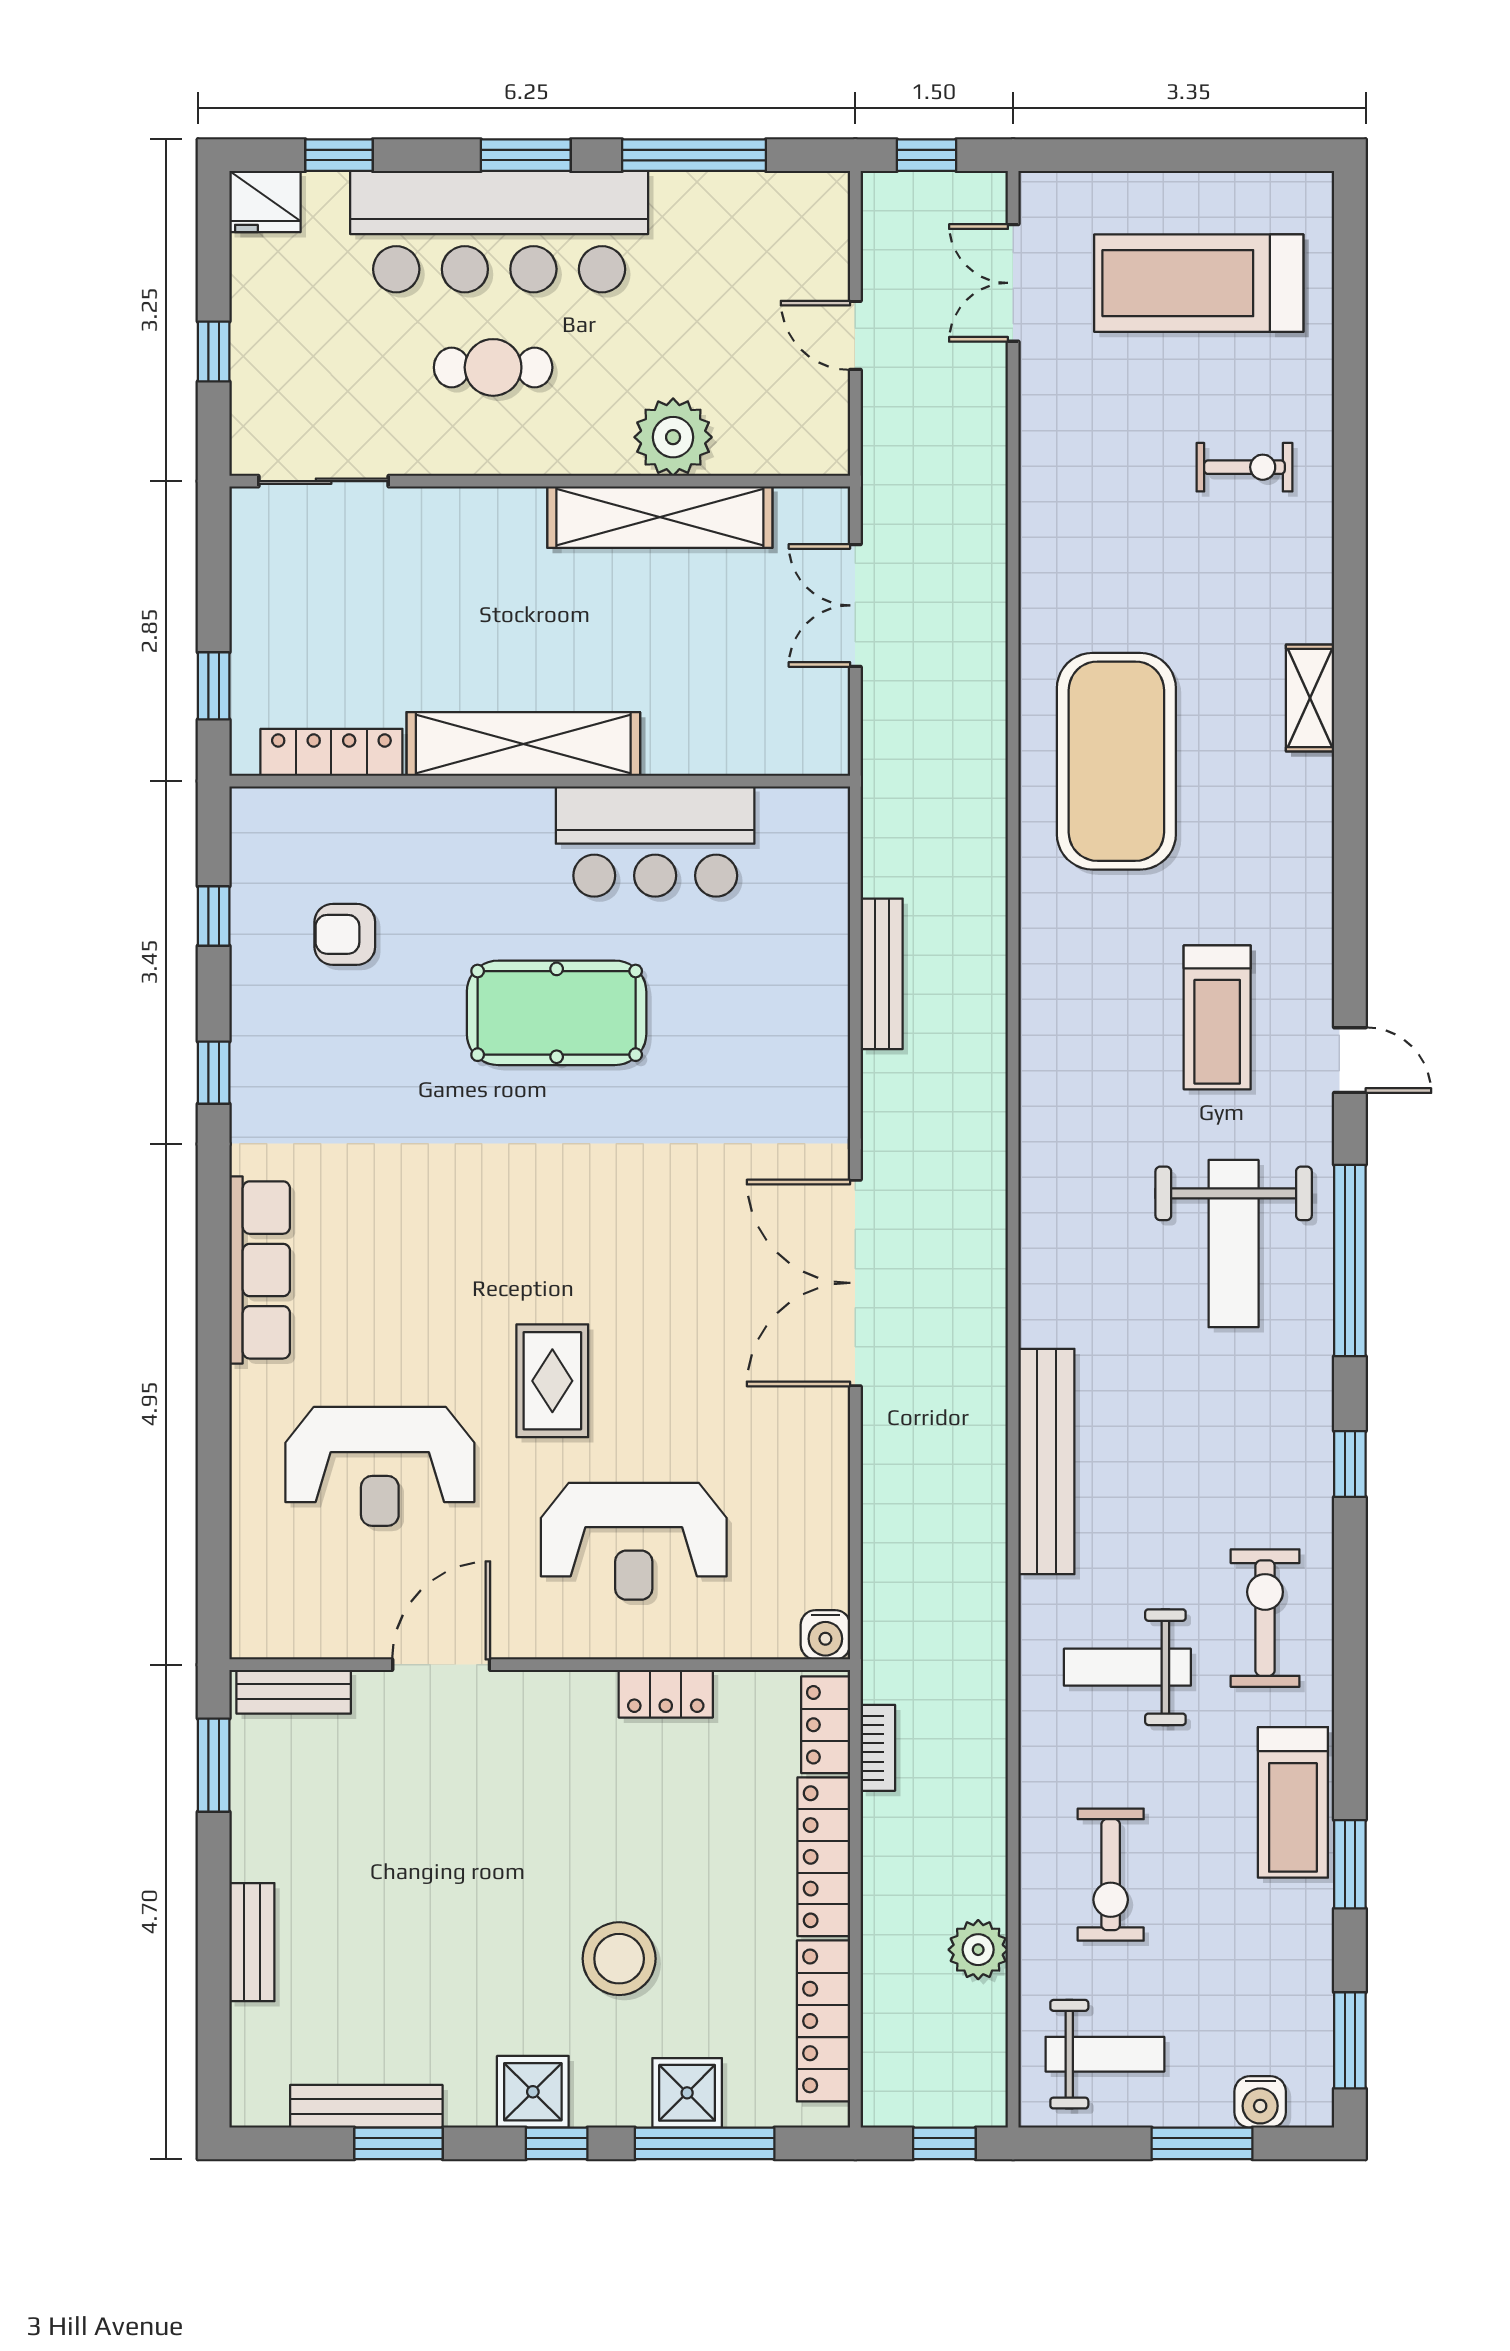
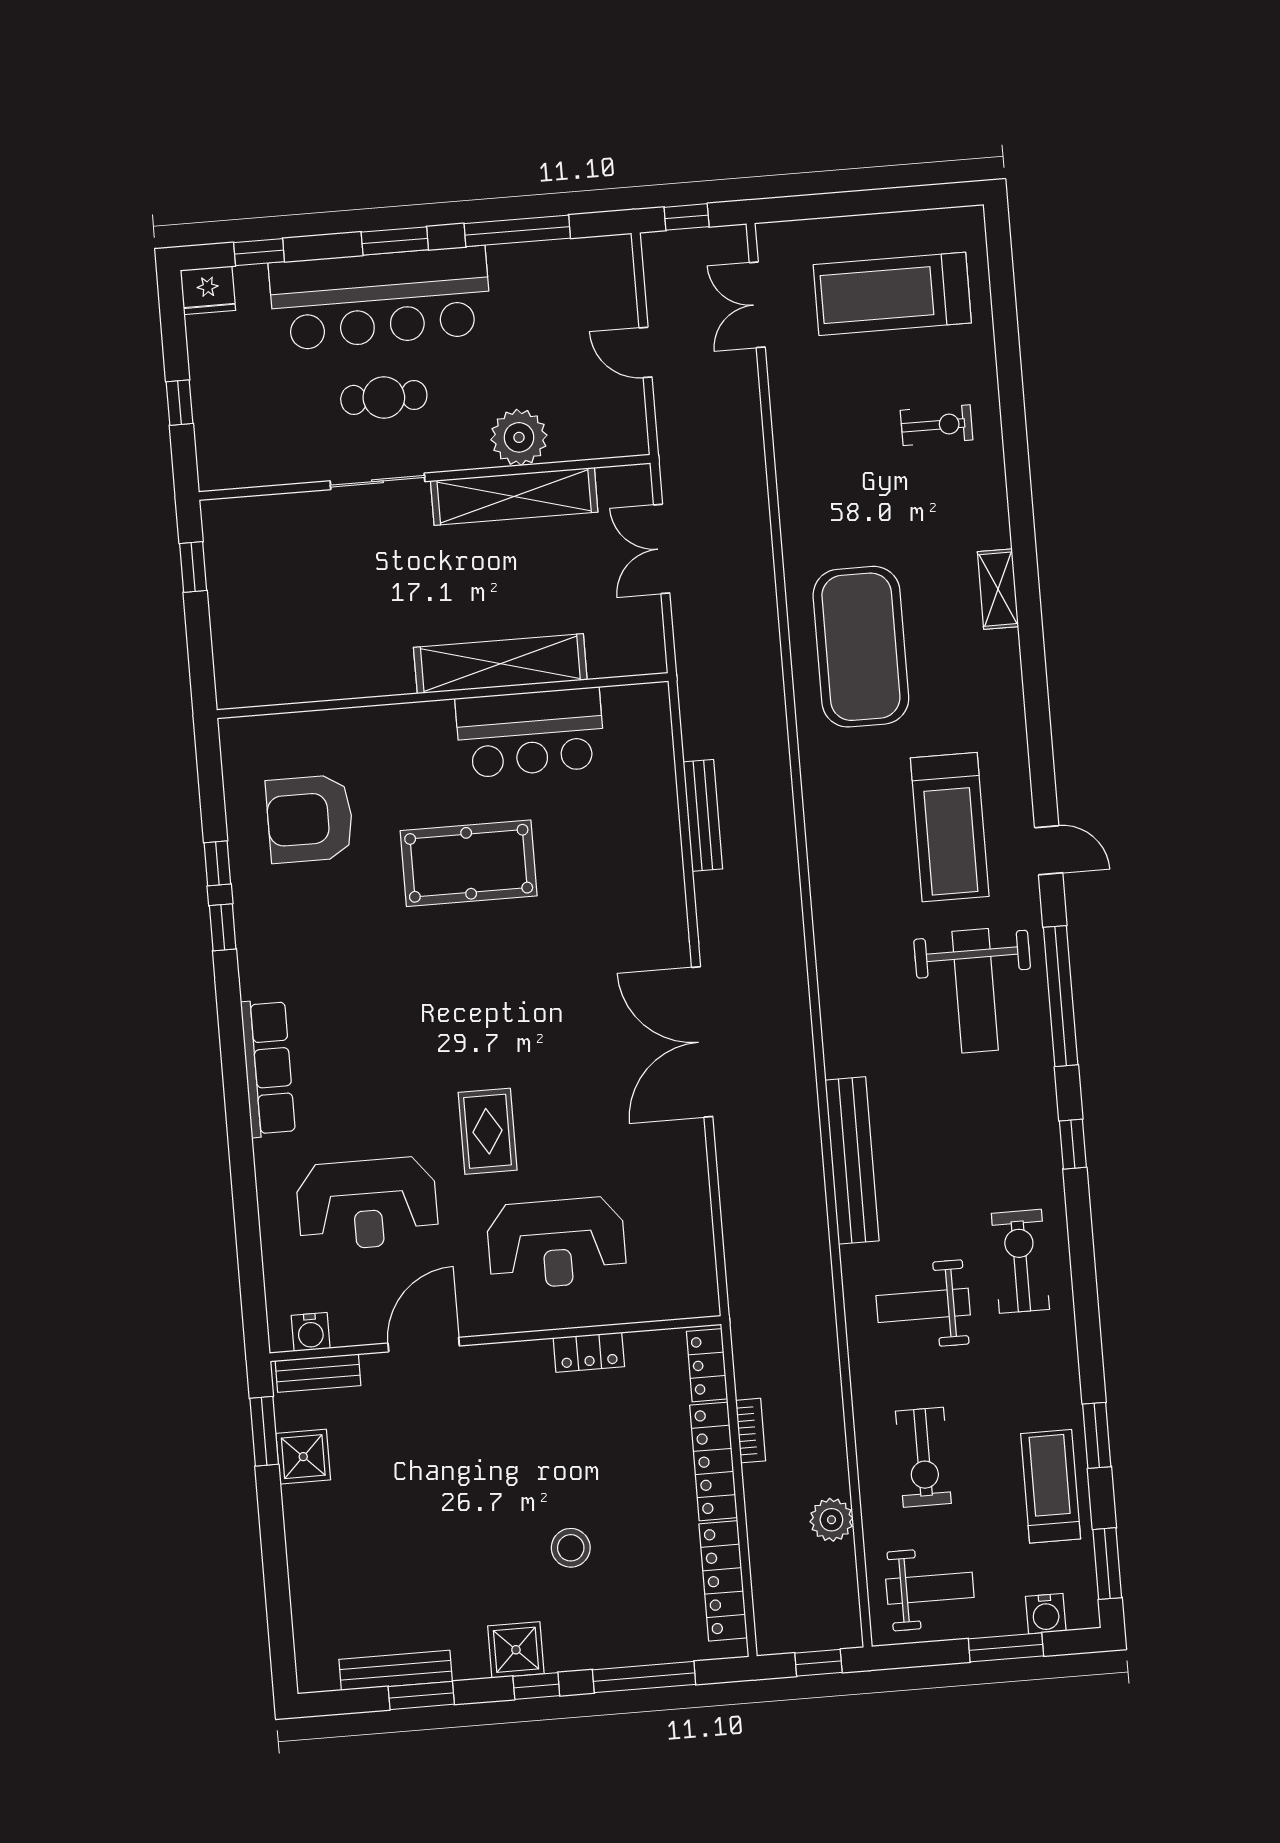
sliding door: (324, 481) -> (378, 481), moved
window: (214, 686) -> (193, 567), moved
shelving: (523, 744) -> (500, 664), moved
locker: (331, 752) -> (289, 687), removed
window: (214, 916) -> (217, 863), moved
armchair: (345, 934) -> (310, 819), width x1.88, depth x1.88
treadmill: (1217, 1017) -> (950, 827), width x1.37, depth x1.38
water cooler: (825, 1635) -> (311, 1332), moved
bookcase: (878, 1748) -> (751, 1431), moved
treadmill: (1293, 1802) -> (1051, 1486), moved, turned 180
bench: (252, 1942) -> (303, 1558), removed
stool: (619, 1959) -> (571, 1548), width x0.73, depth x0.73
shower: (687, 2093) -> (303, 1457), moved

